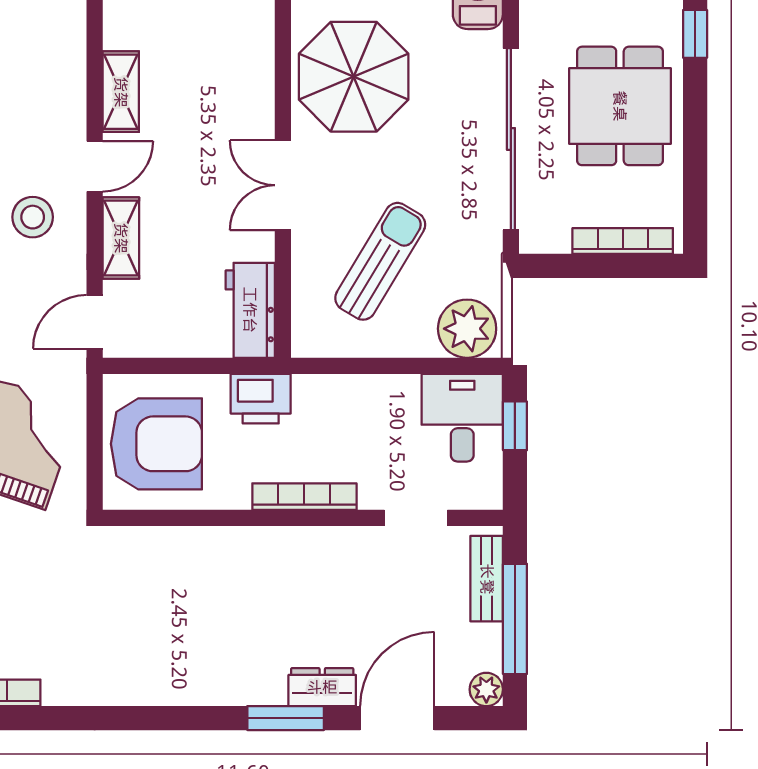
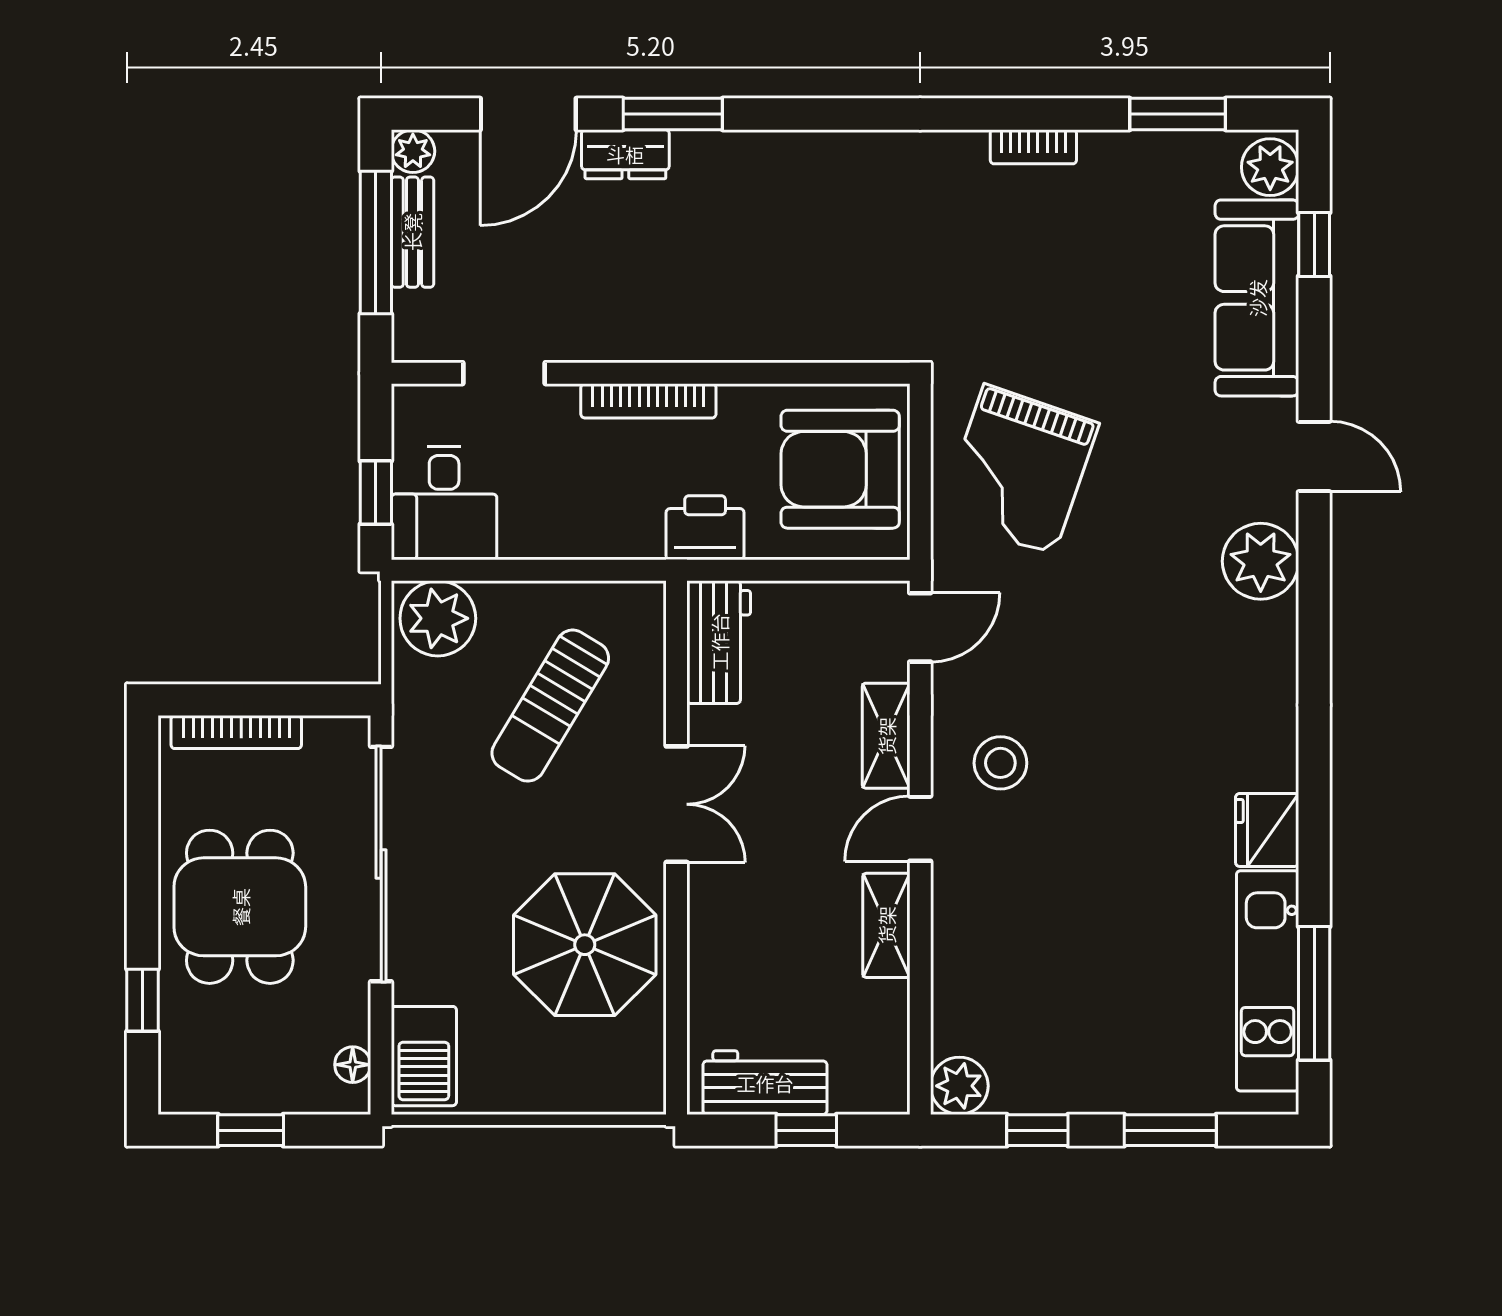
bench: (487, 579) -> (412, 232), moved

